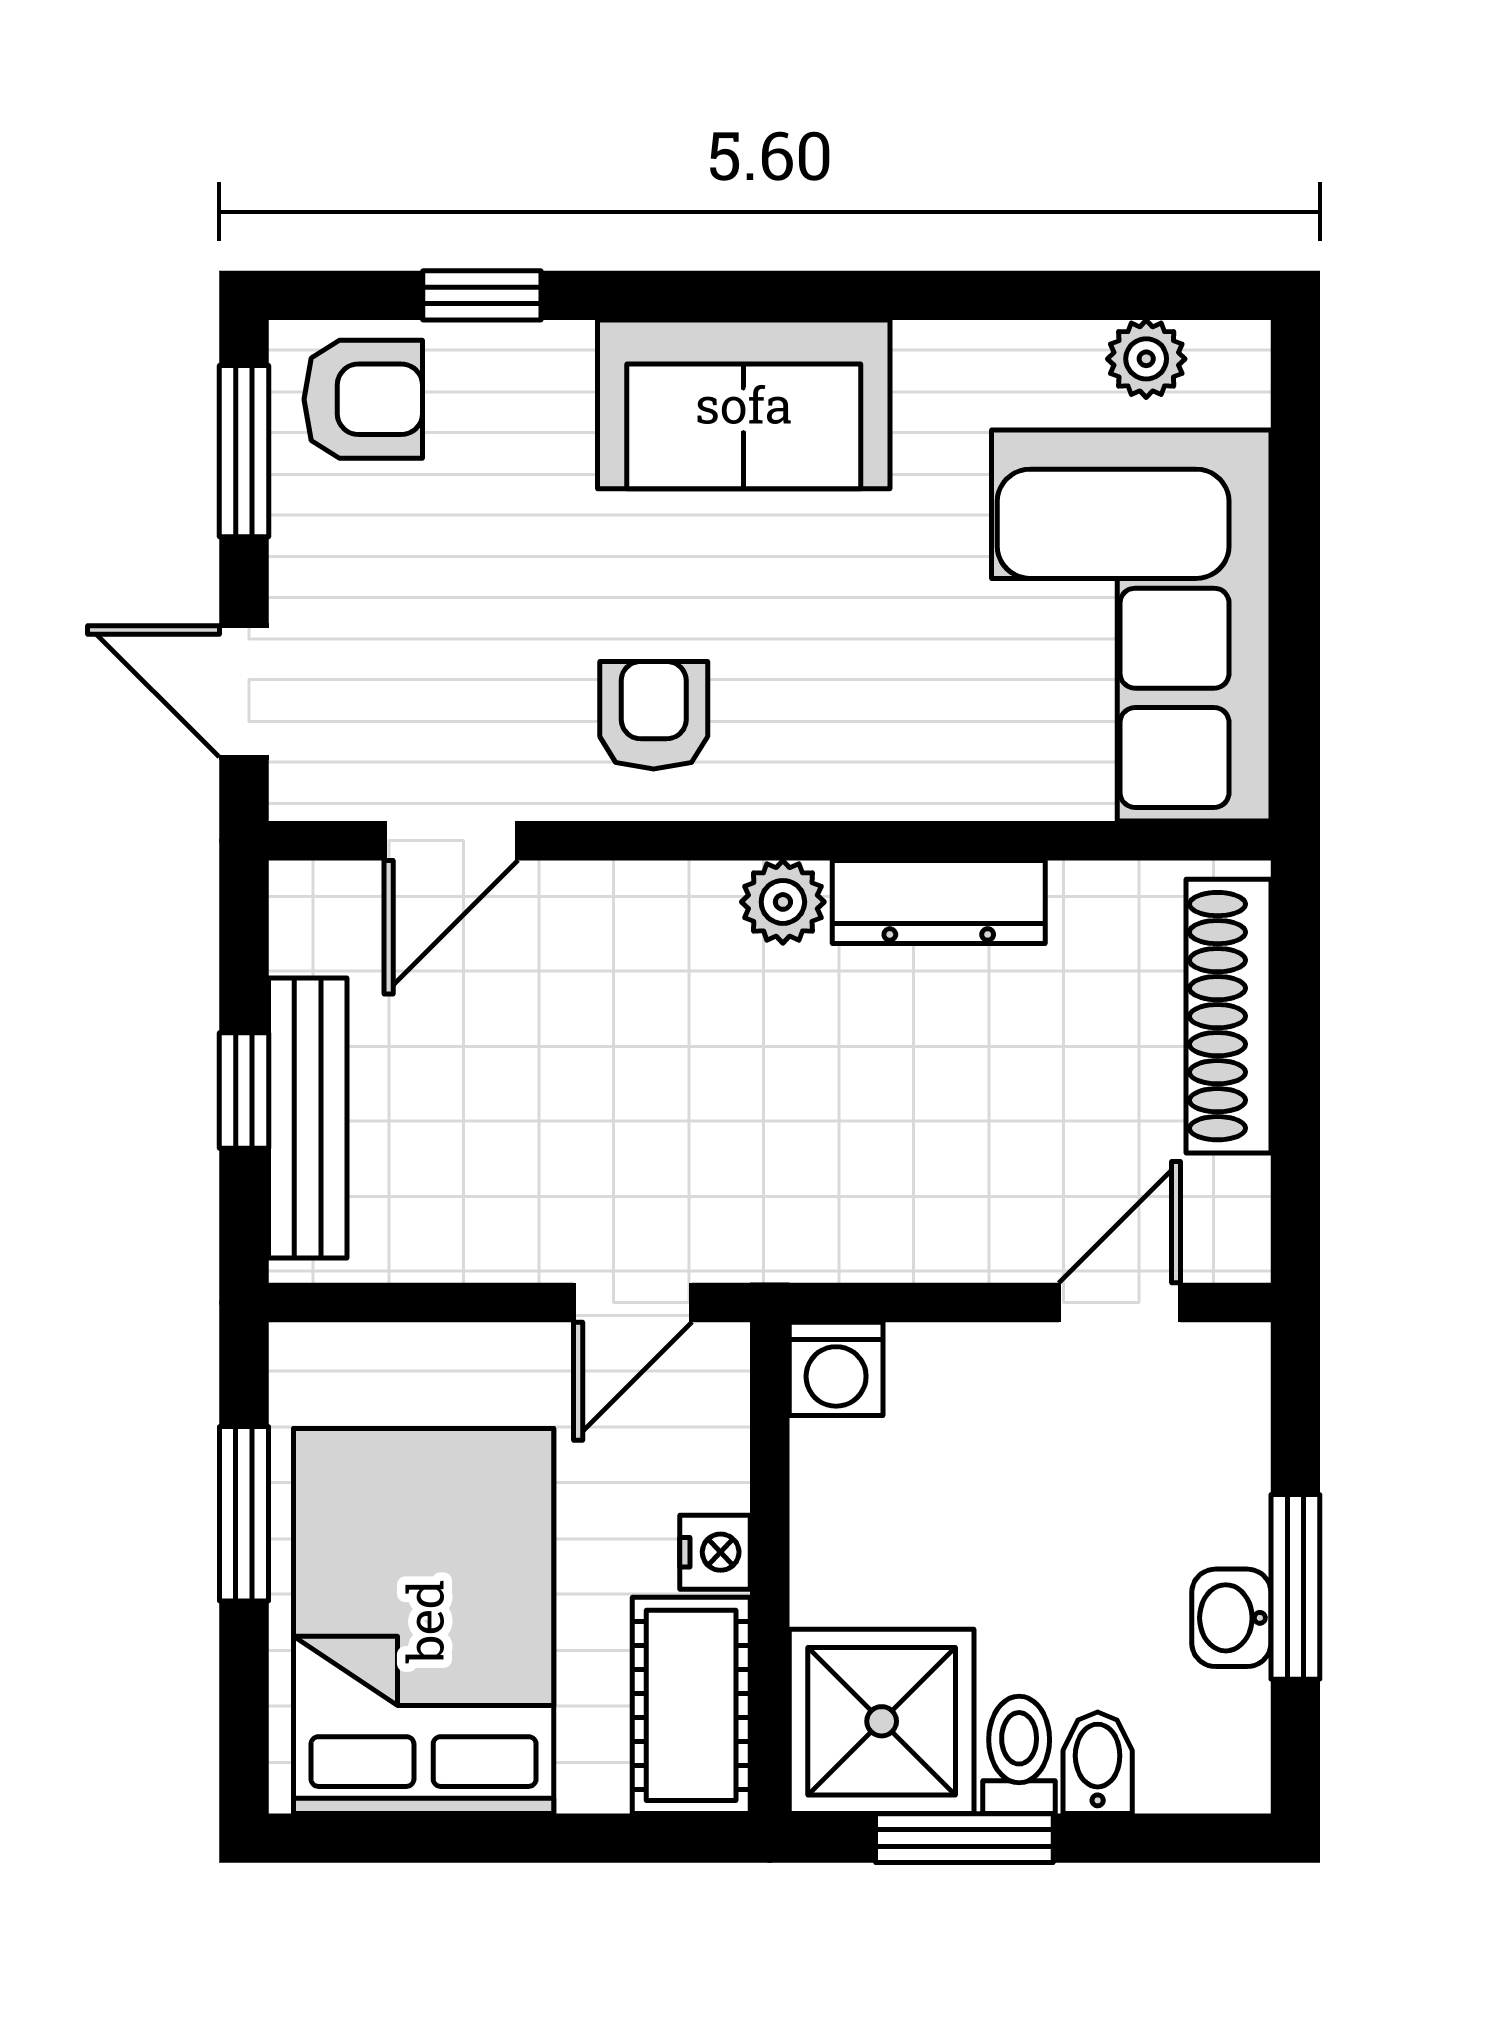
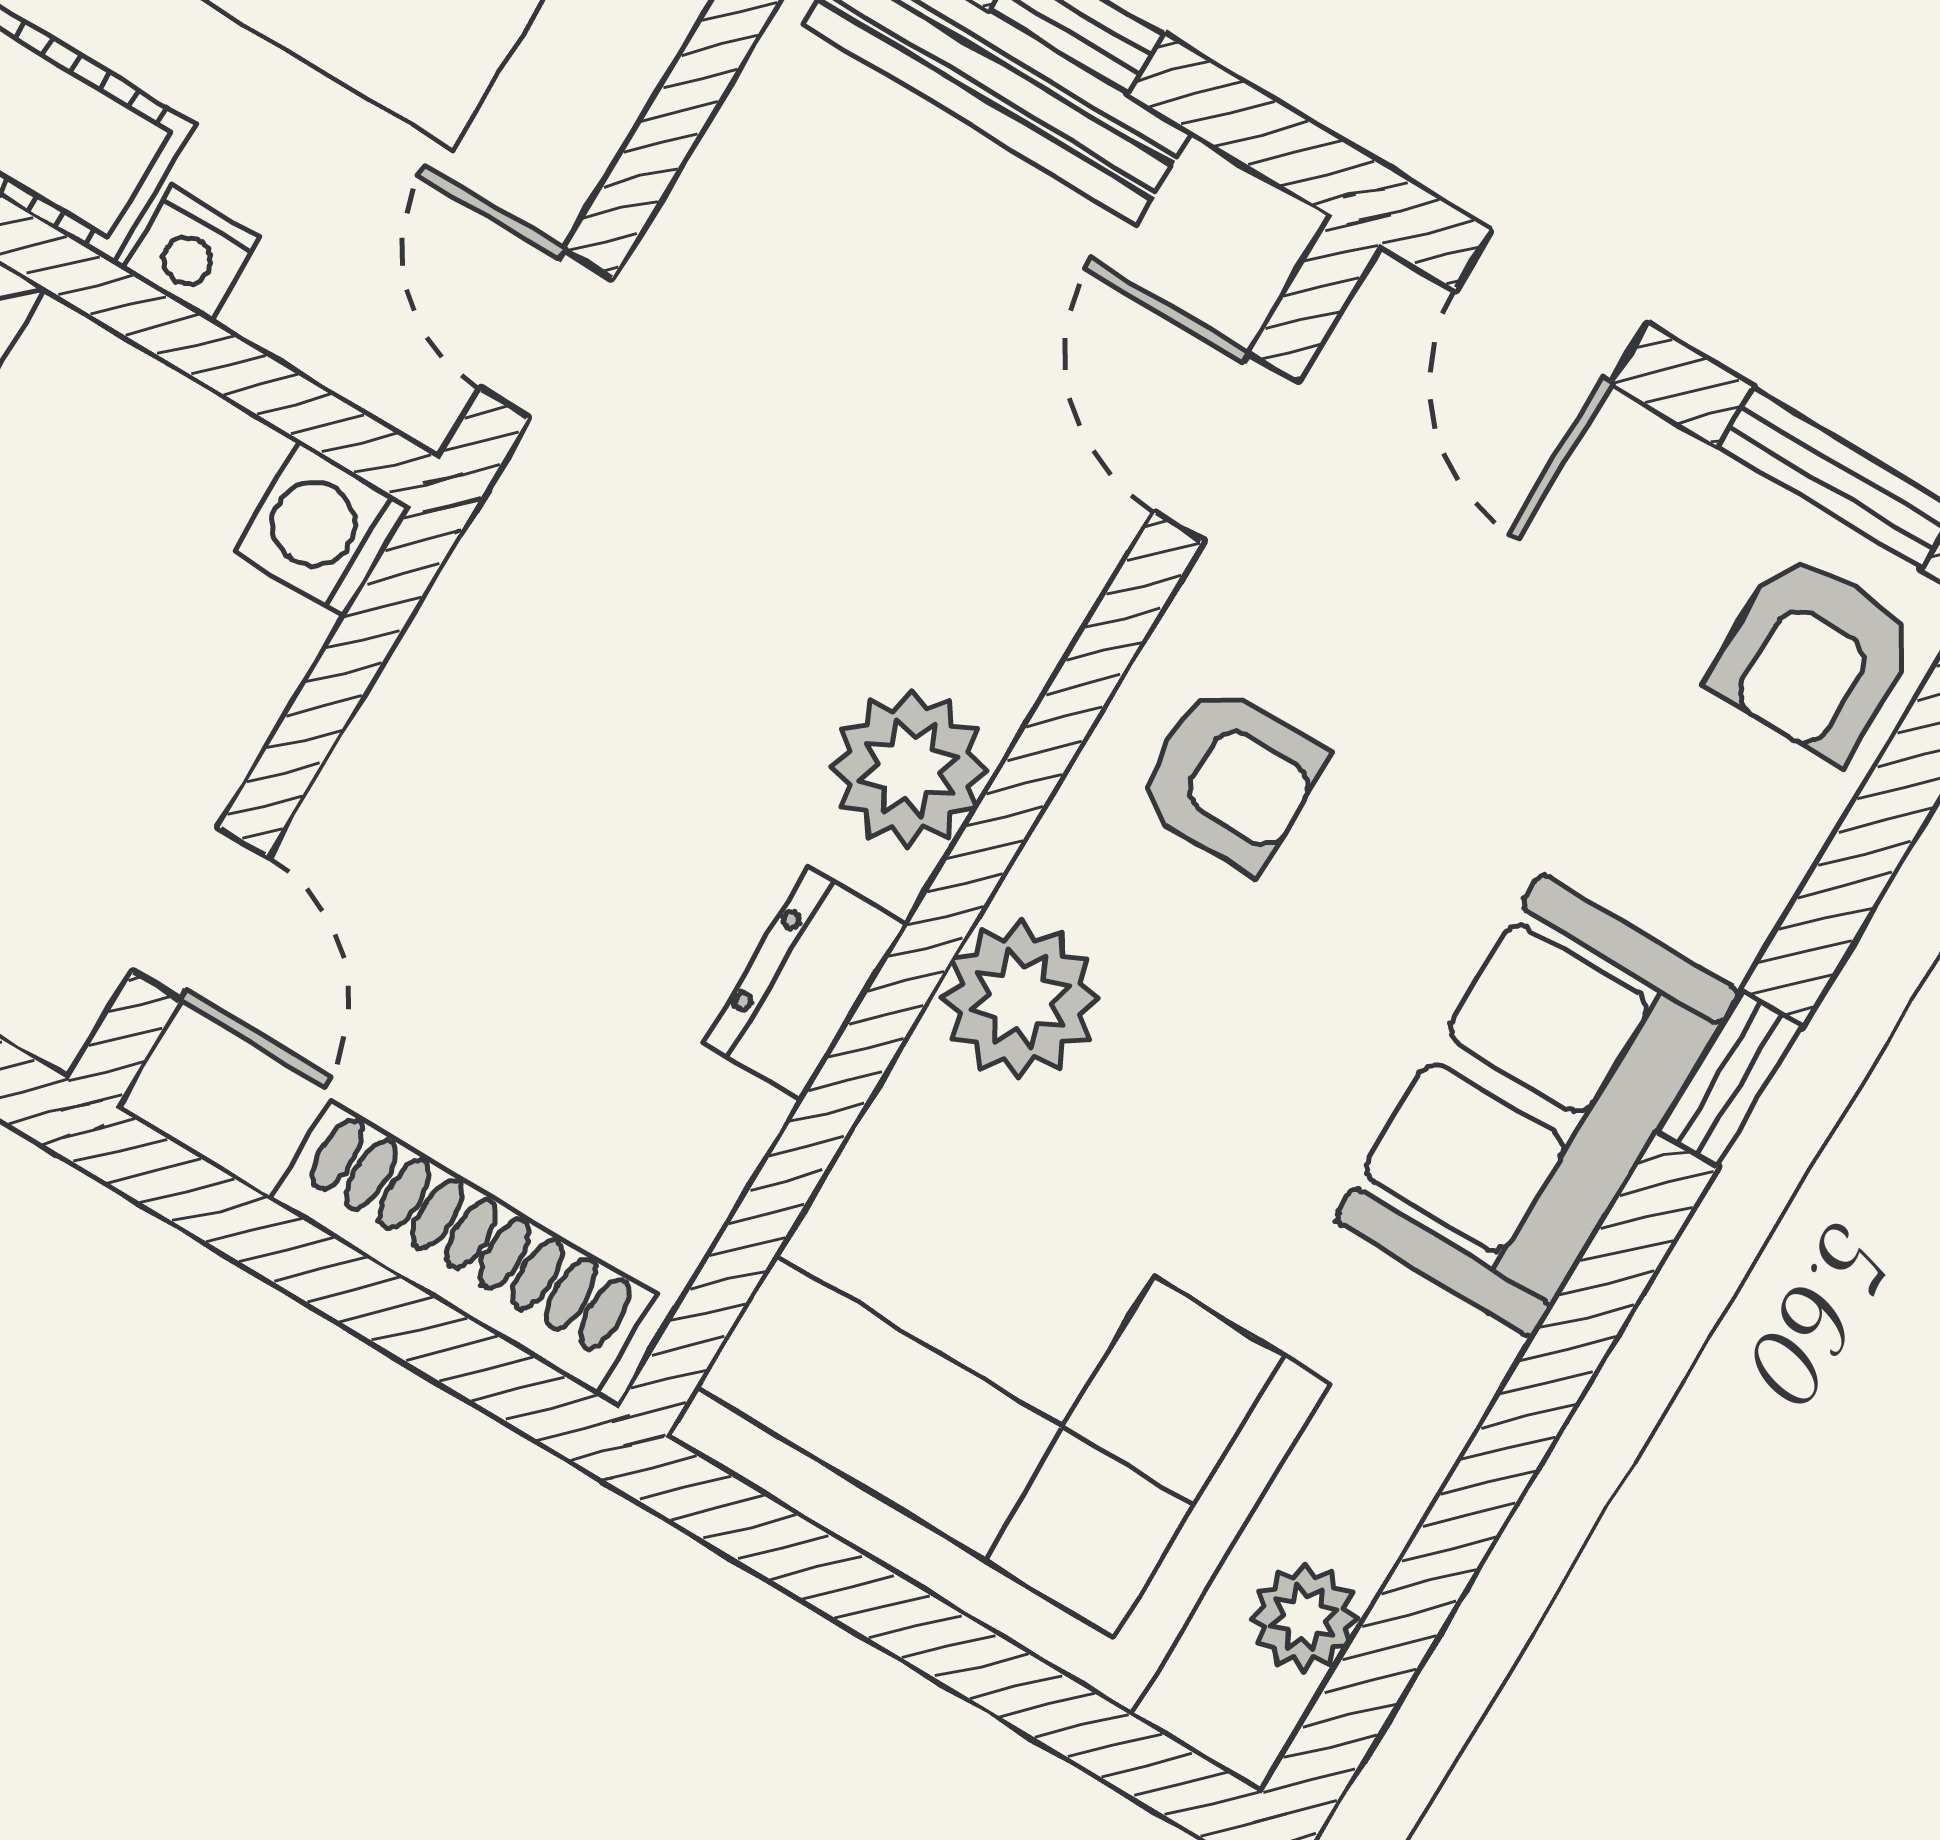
window: (482, 295) -> (1730, 1079), moved
door: (244, 691) -> (1551, 307), swing flipped
plant: (869, 764) -> (1020, 999), added
plant: (783, 902) -> (909, 769), width x1.38, depth x1.38
dresser: (939, 902) -> (806, 984), width x0.70

